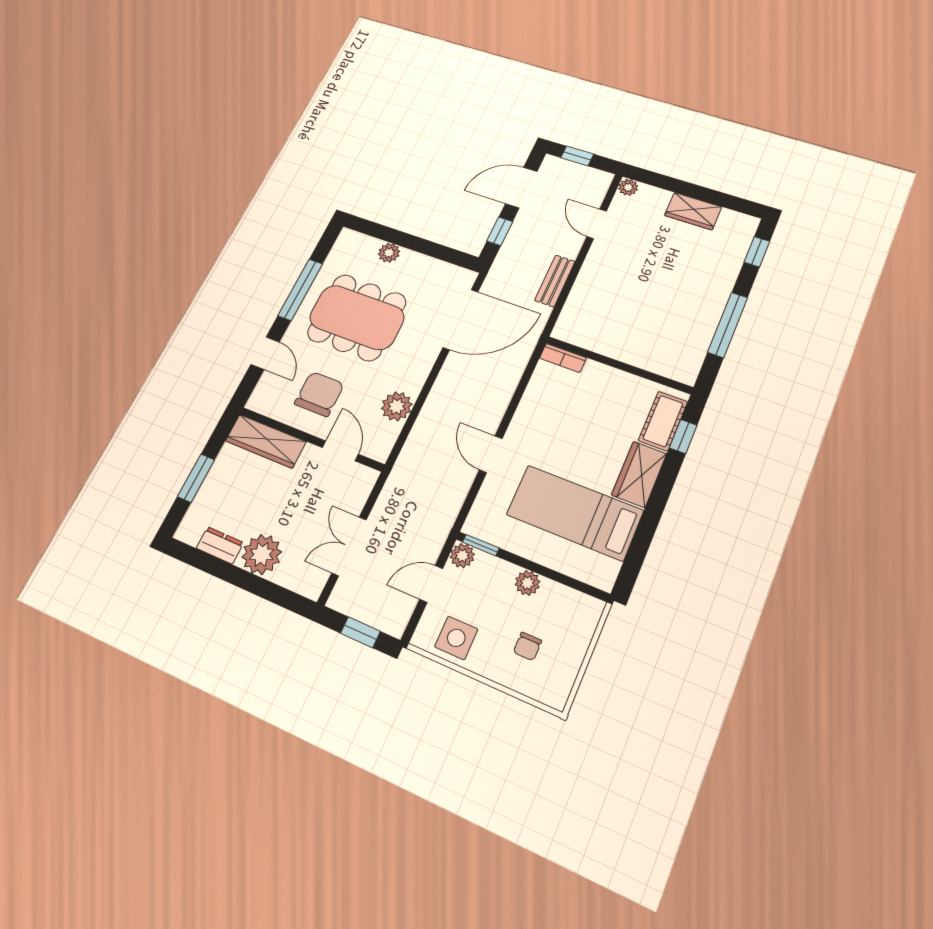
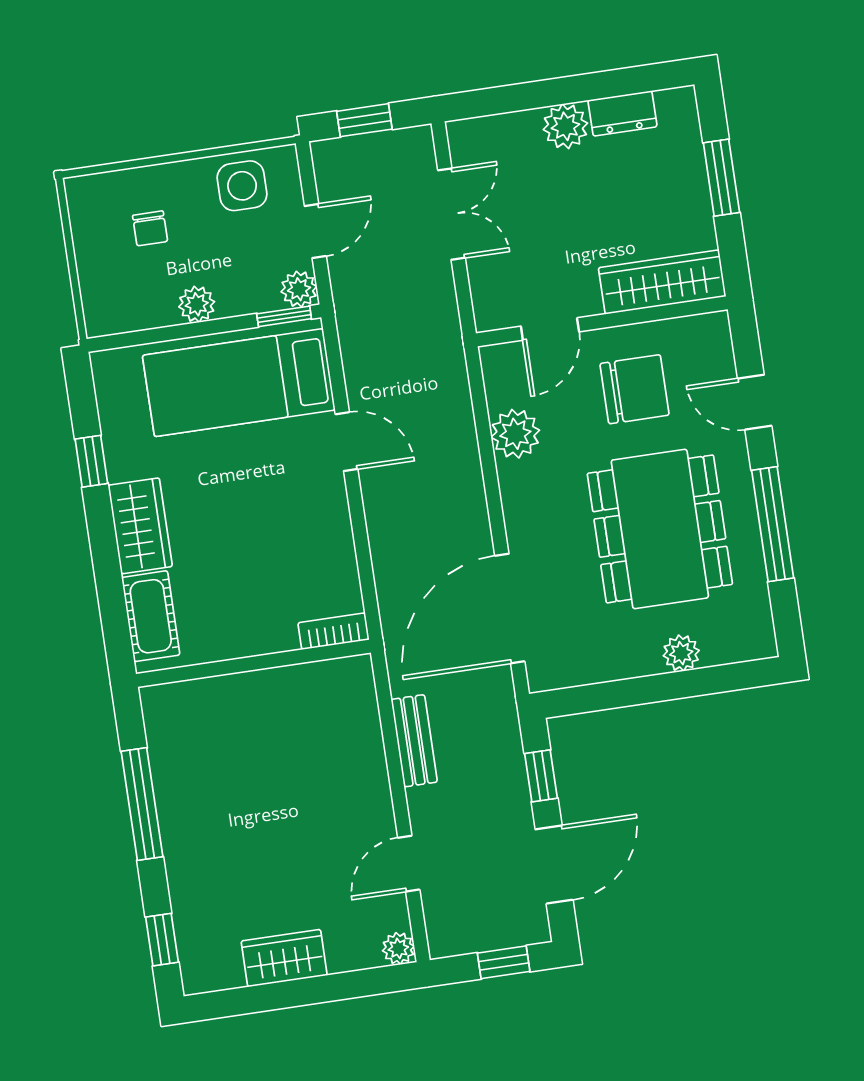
door: (597, 224) -> (409, 864), swing flipped
dining table: (357, 317) -> (660, 529), turned 90
chair: (319, 394) -> (635, 389), turned -90
window: (683, 437) -> (91, 461), moved
door: (340, 451) -> (550, 329), hinge flipped
bed: (575, 513) -> (239, 383), moved, turned 180
plant: (262, 554) -> (565, 126), width x0.73, depth x0.73
chair: (527, 646) -> (150, 228), turned 180

